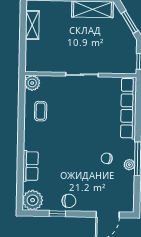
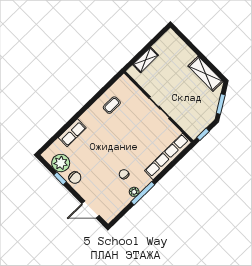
shelving: (32, 25) -> (146, 60), moved
plant: (32, 83) -> (124, 83), removed
plant: (33, 200) -> (61, 163), moved

